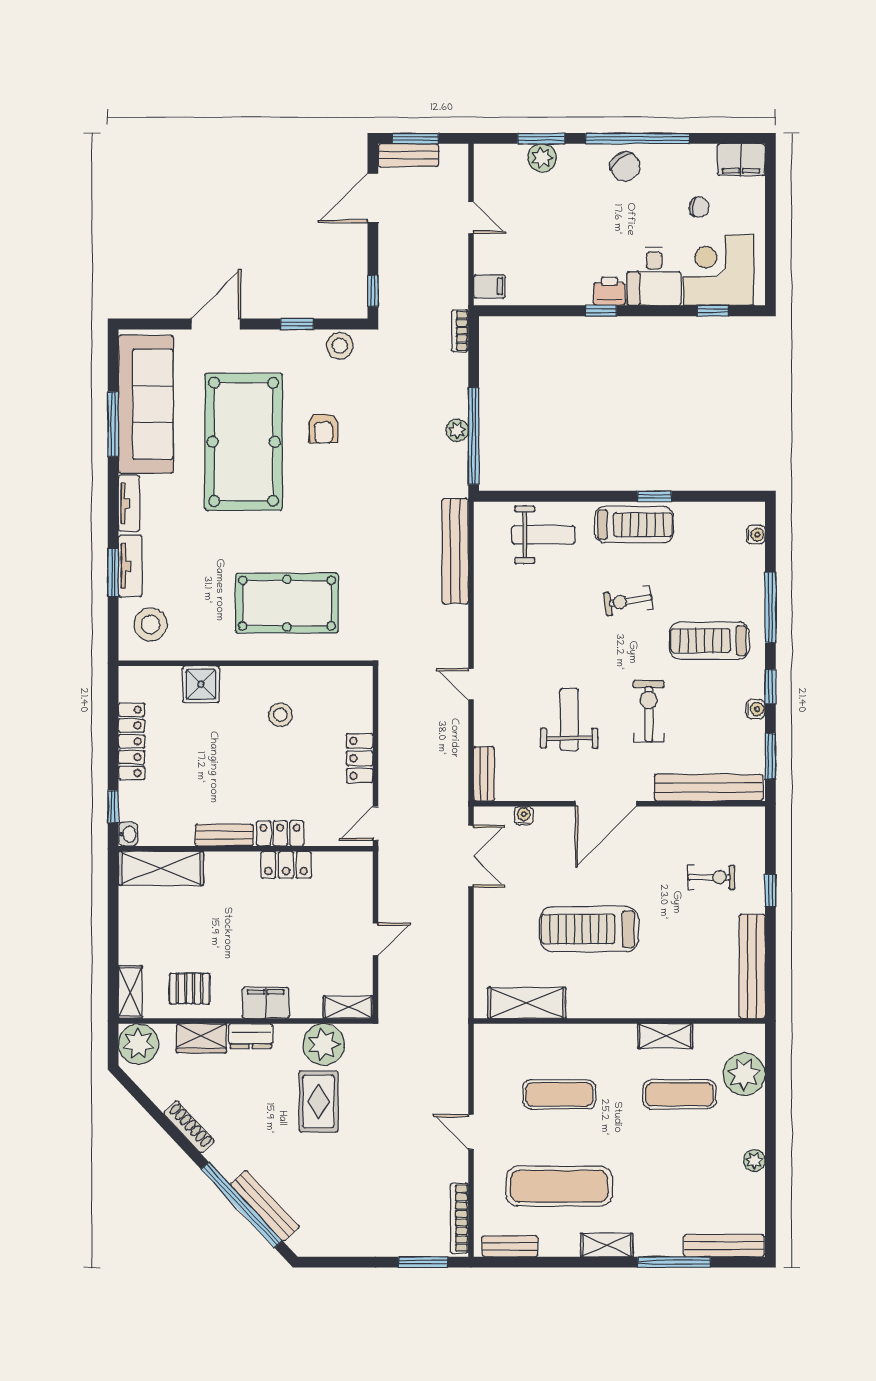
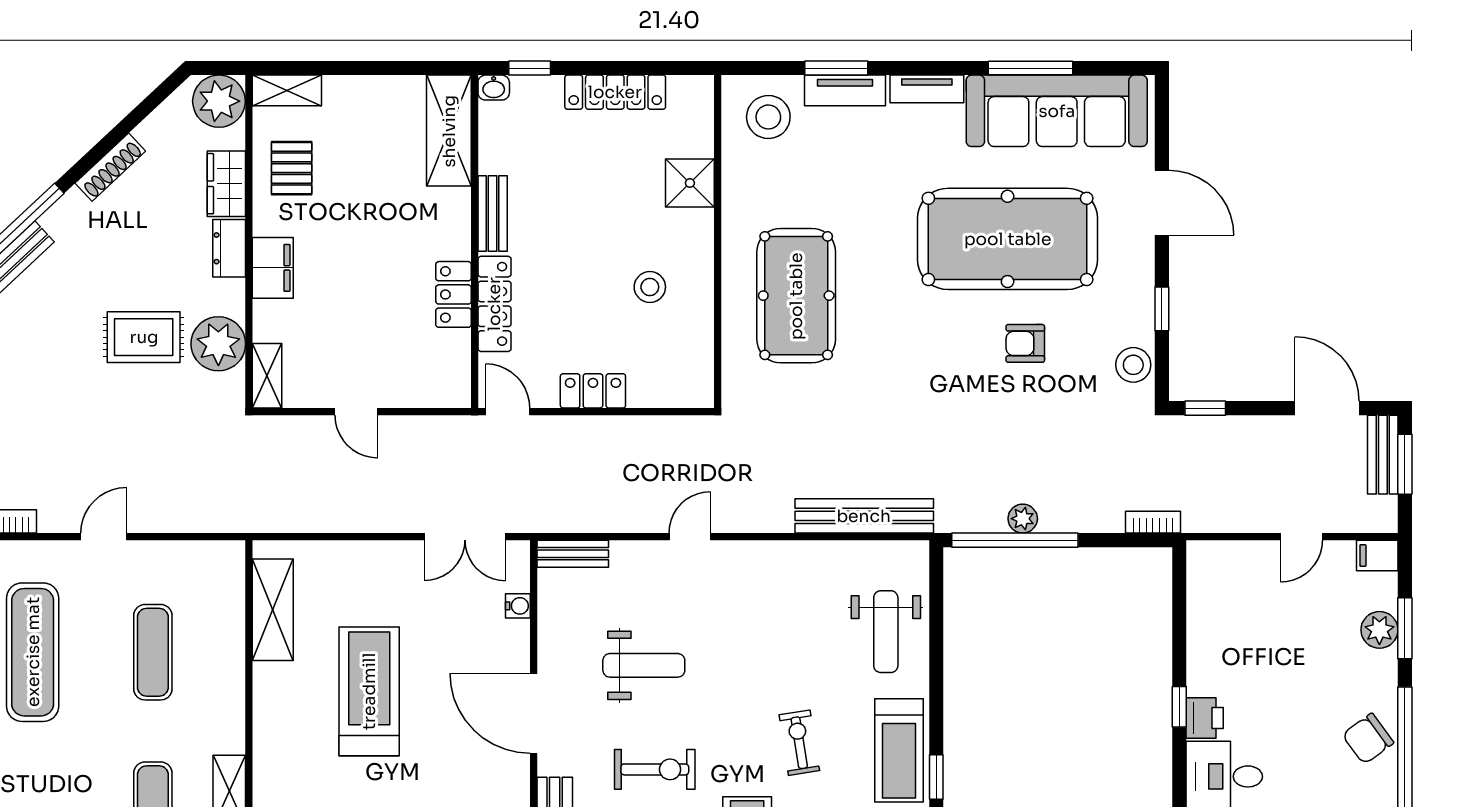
filing cabinet: (489, 286) -> (1377, 556), moved, turned 90
locker: (280, 834) -> (494, 304), width x1.53

